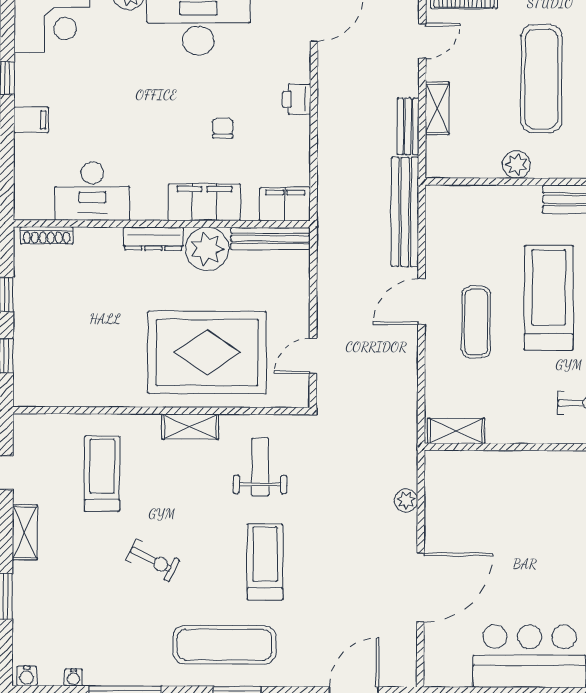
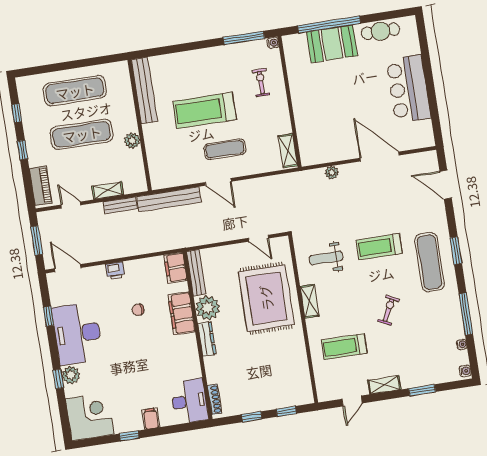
desk: (92, 191) -> (189, 401), moved

